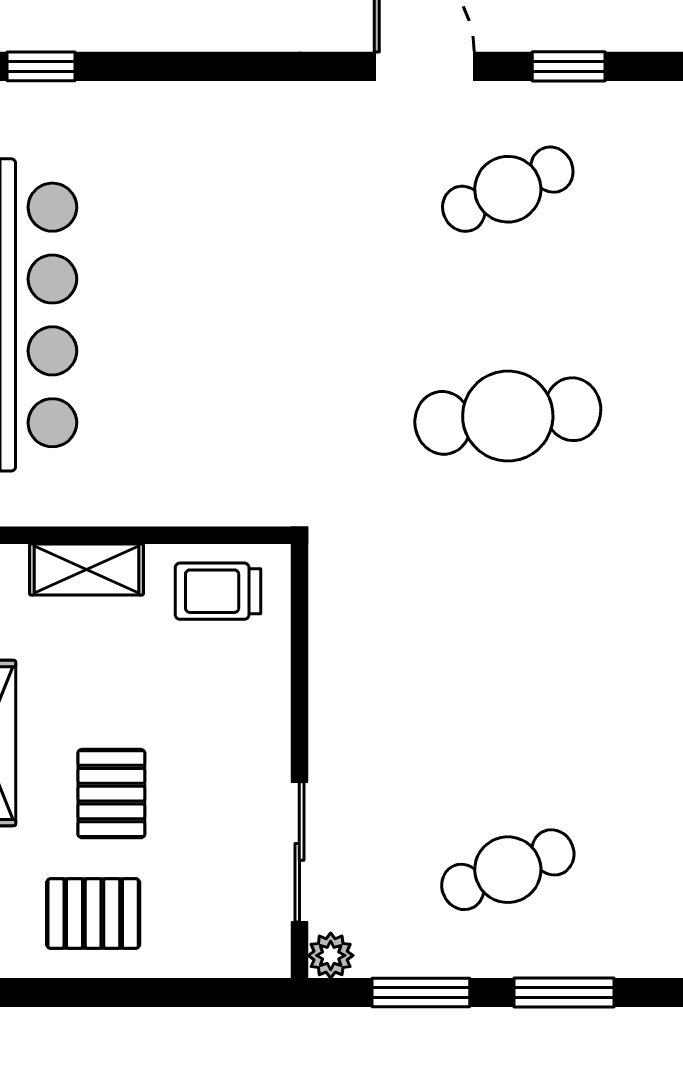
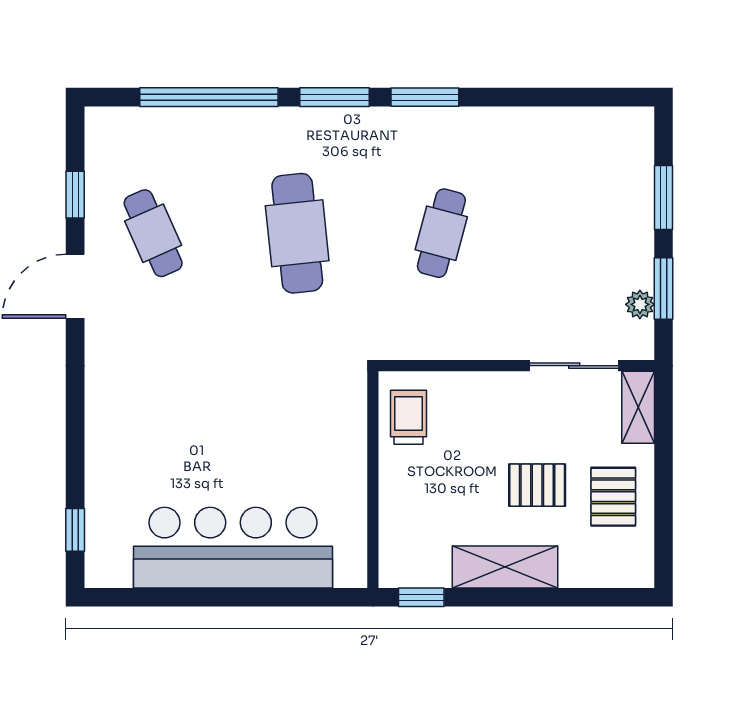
shelving: (86, 570) -> (638, 407), moved
trolley: (218, 591) -> (409, 417), turned 180
cafe table: (508, 870) -> (441, 233), moved, turned 36
plant: (331, 955) -> (640, 304), moved

